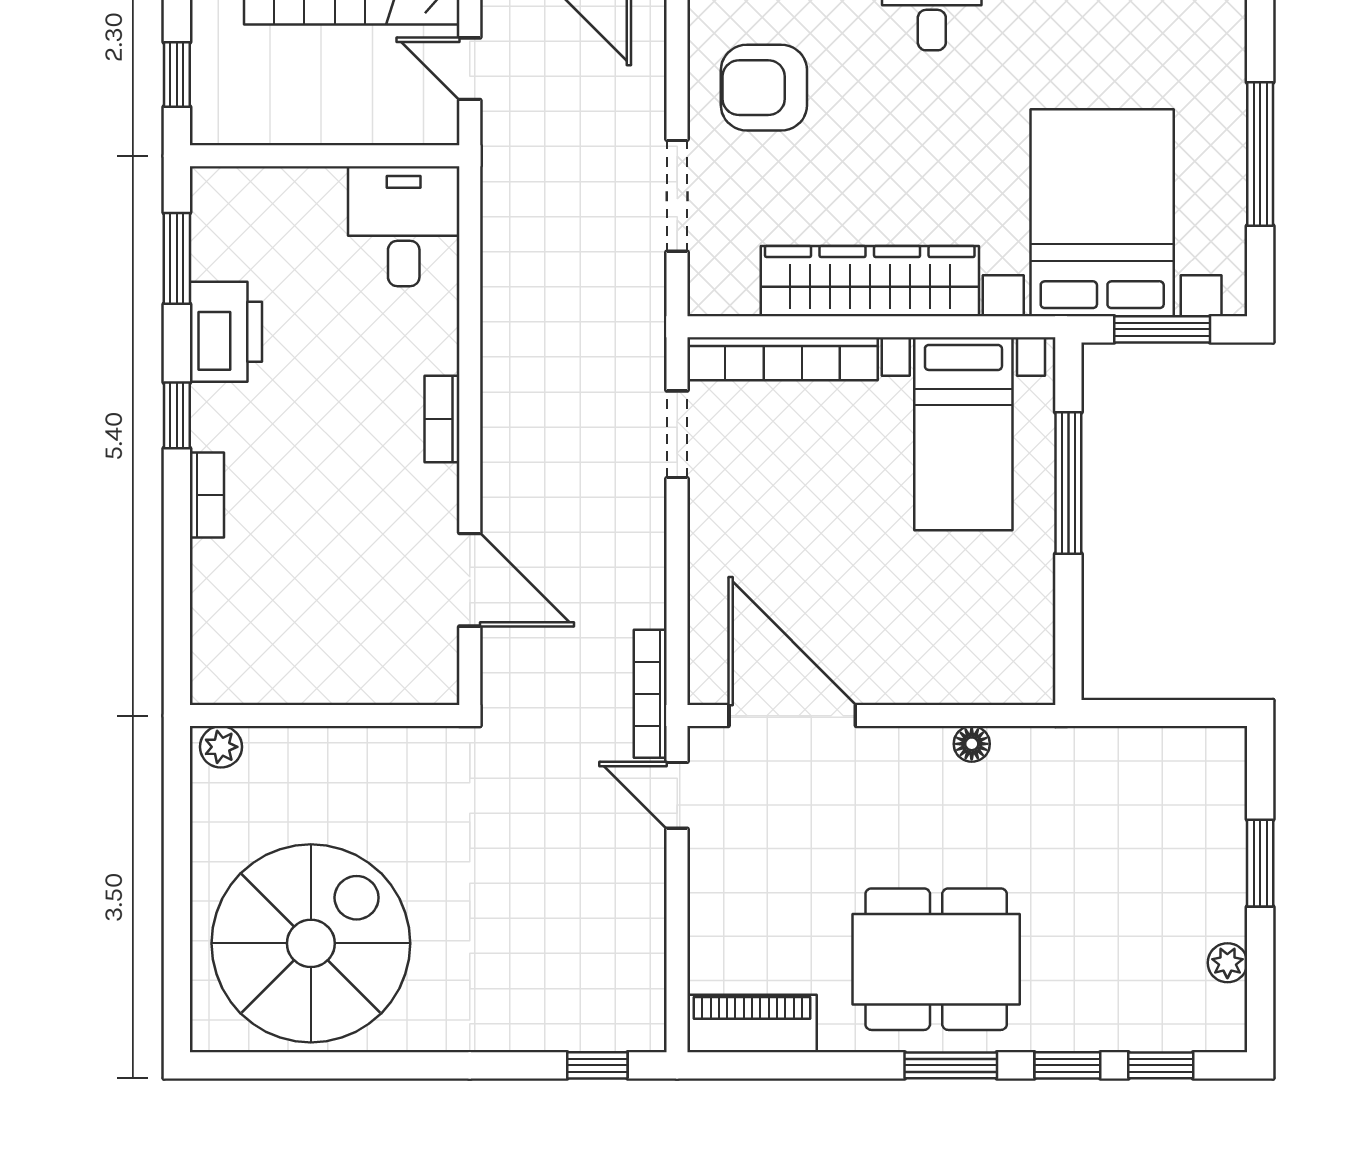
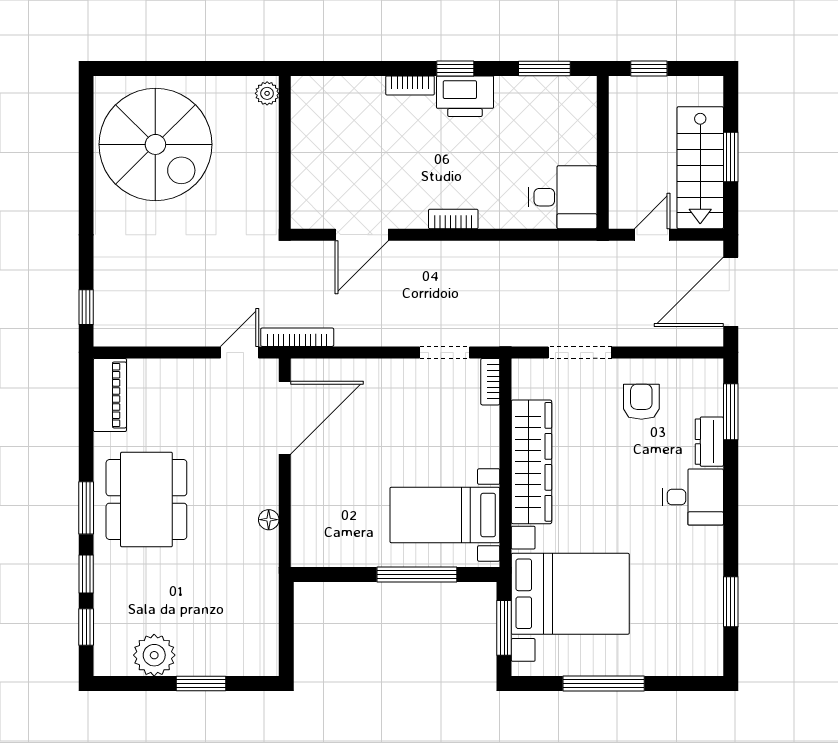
armchair: (764, 88) -> (641, 402), width x0.72, depth x0.72
printer: (226, 332) -> (465, 96), moved
bookcase: (783, 359) -> (490, 382), width x0.43, depth x0.76
plant: (1227, 963) -> (154, 655), width x1.88, depth x1.88

